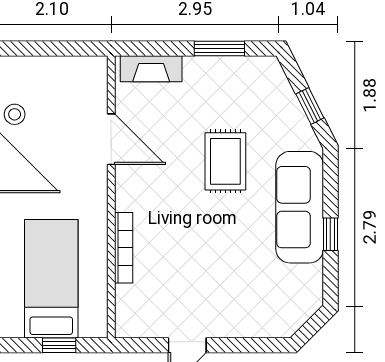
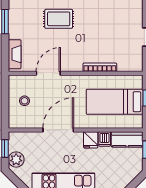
stool: (15, 114) -> (25, 101), moved

